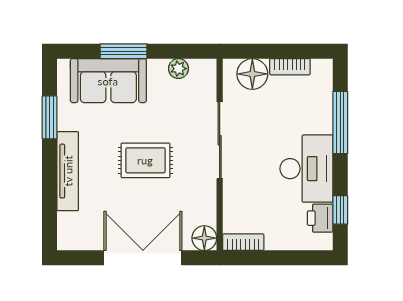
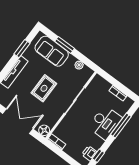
floor lamp: (252, 74) -> (103, 86), removed
rug: (145, 160) -> (44, 88), turned 90
desk: (306, 169) -> (105, 122), moved

